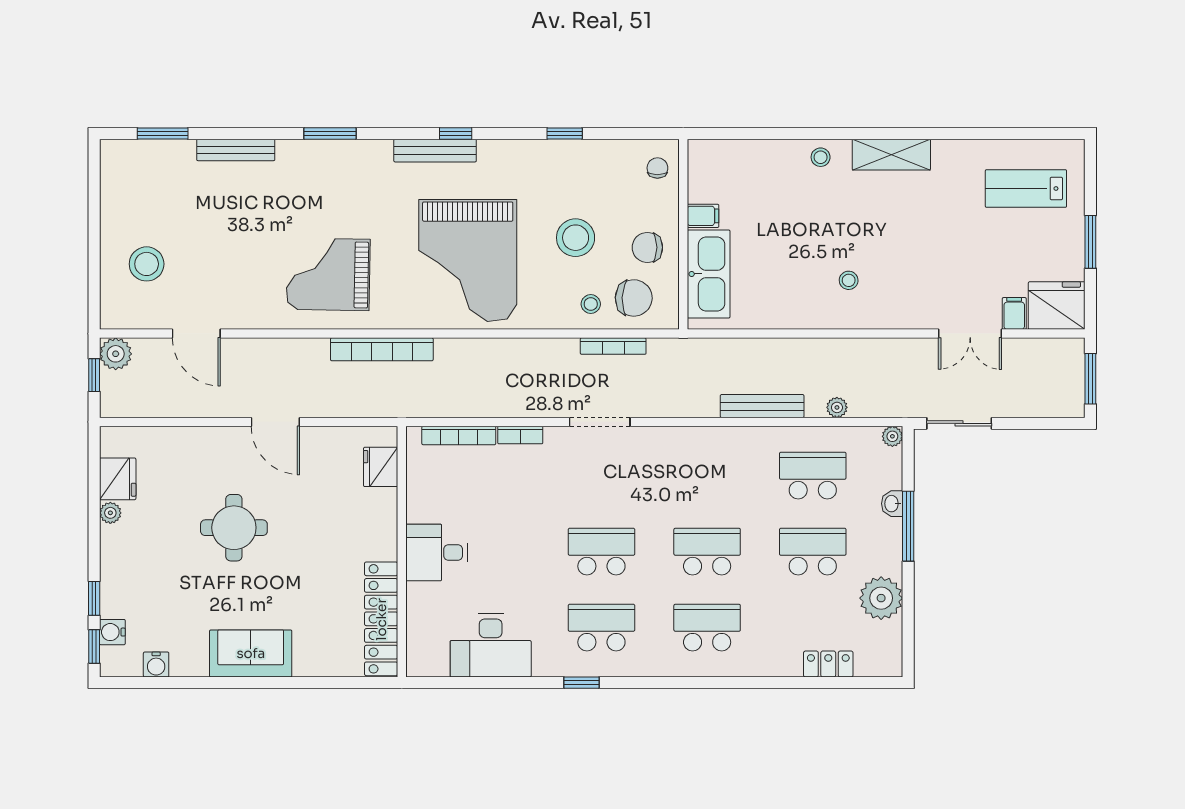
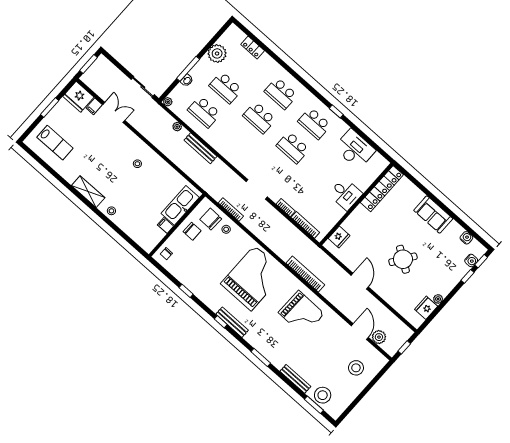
stool: (576, 238) -> (323, 395), moved
plant: (116, 354) -> (379, 337), moved
round table: (234, 528) -> (403, 259), turned 34

